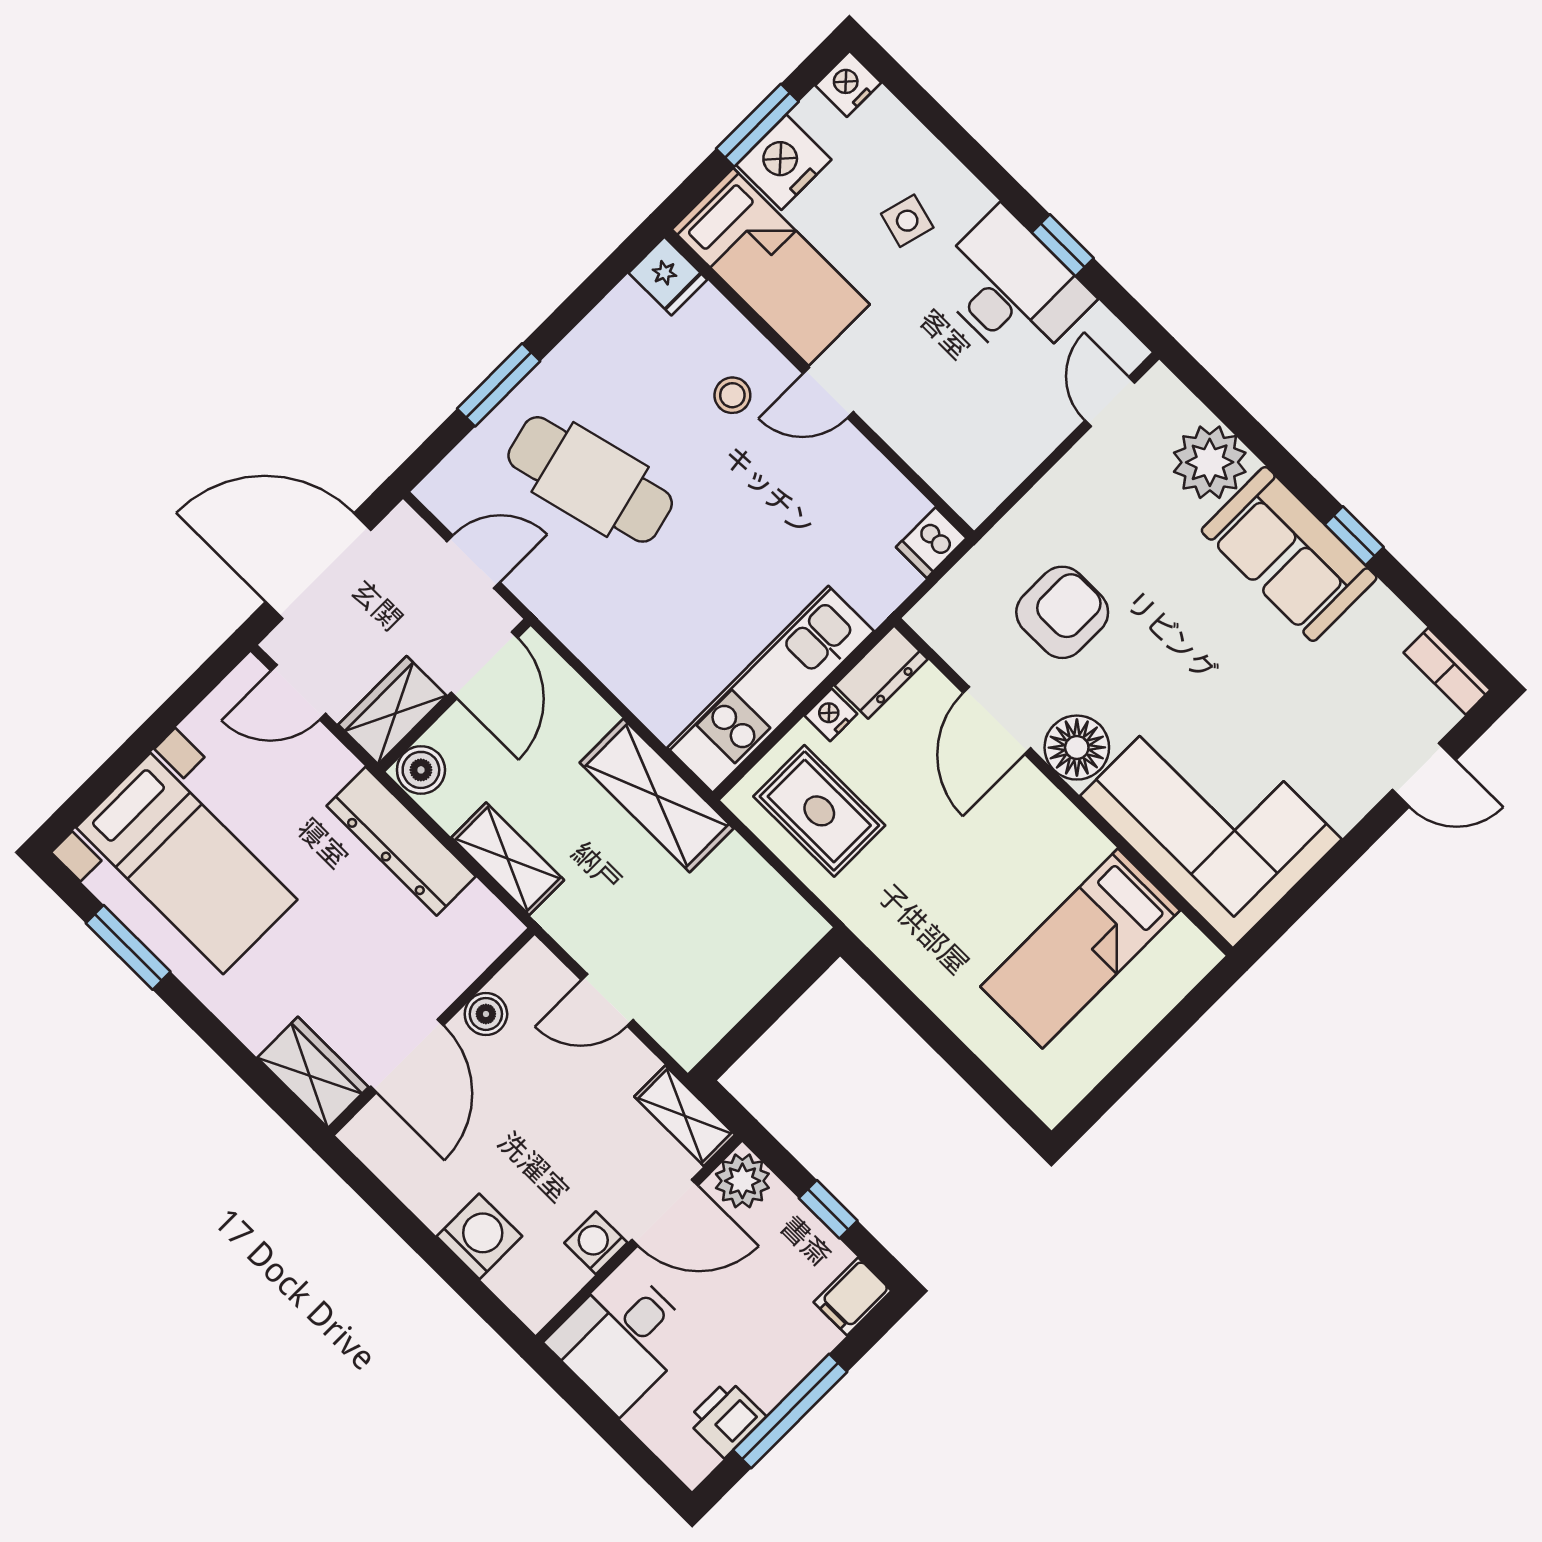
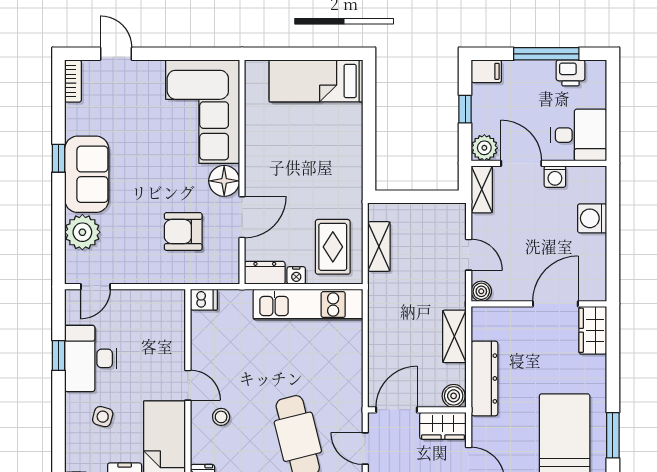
shelving: (657, 795) -> (379, 247), moved, width x0.67, depth x0.75
bed: (1080, 948) -> (316, 81), moved, turned 180
boiler: (486, 1014) -> (481, 291), moved

